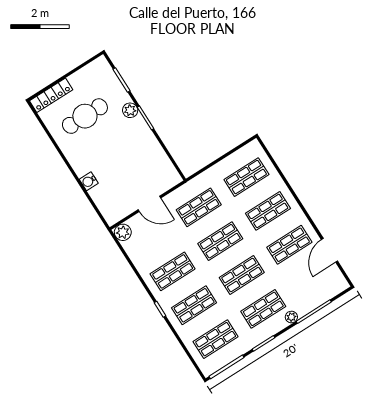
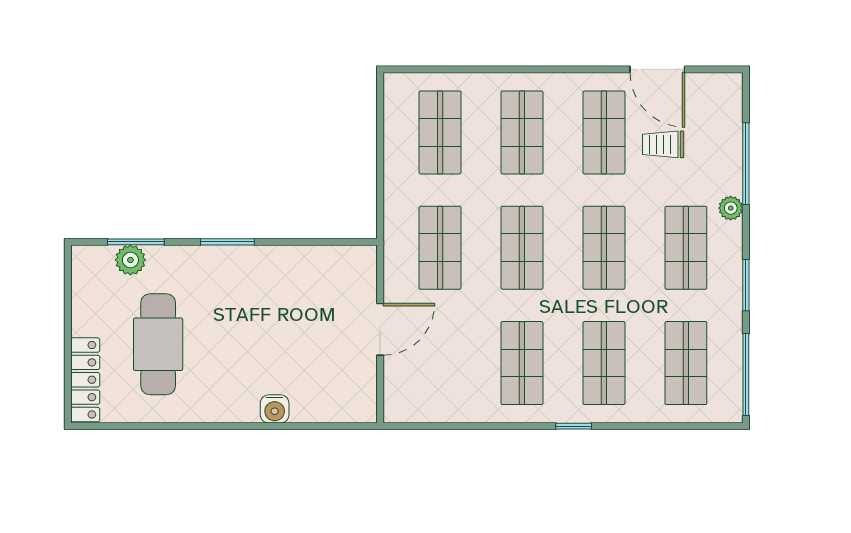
plant: (130, 110) -> (130, 260), moved
plant: (123, 232) -> (400, 406), removed
trolley: (300, 272) -> (663, 144), added

